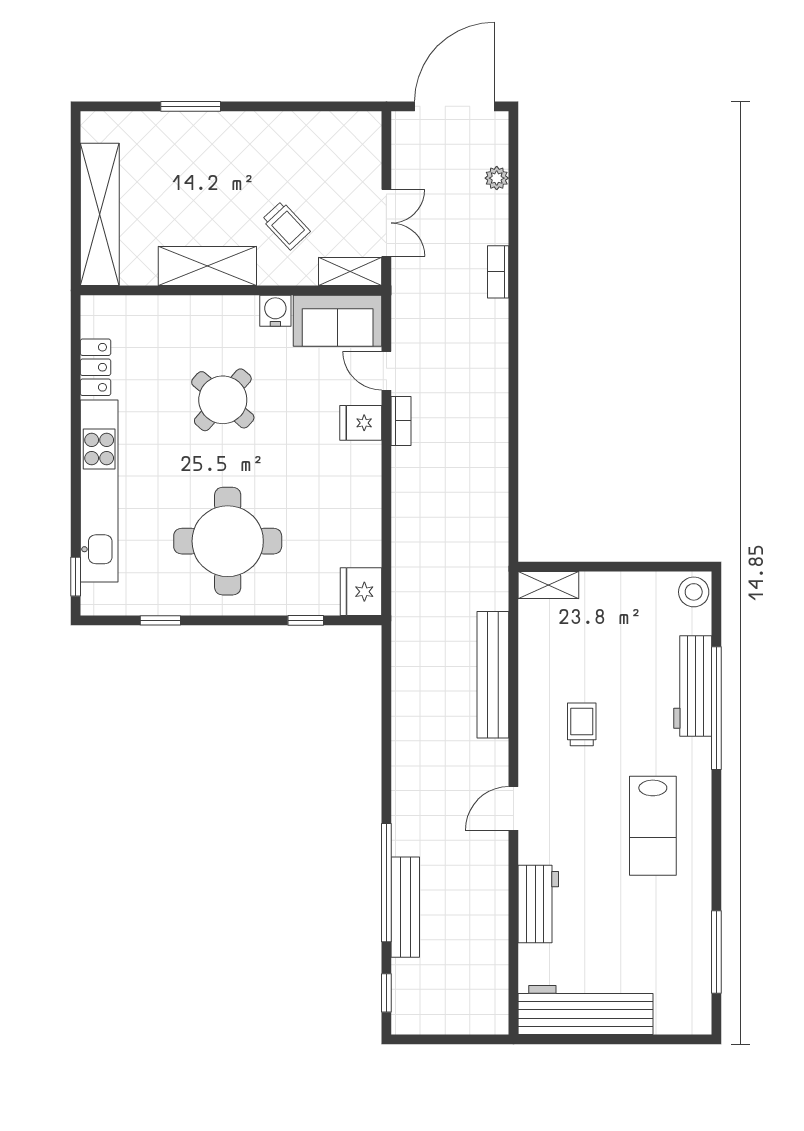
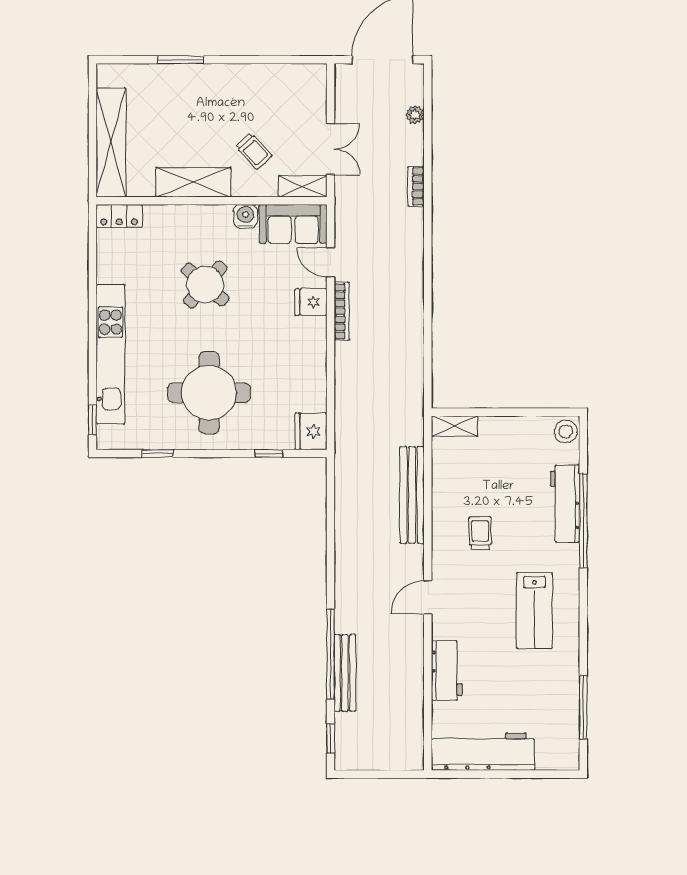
locker: (95, 367) -> (119, 216), moved, turned 90
bookcase: (401, 421) -> (342, 311), width x1.56

